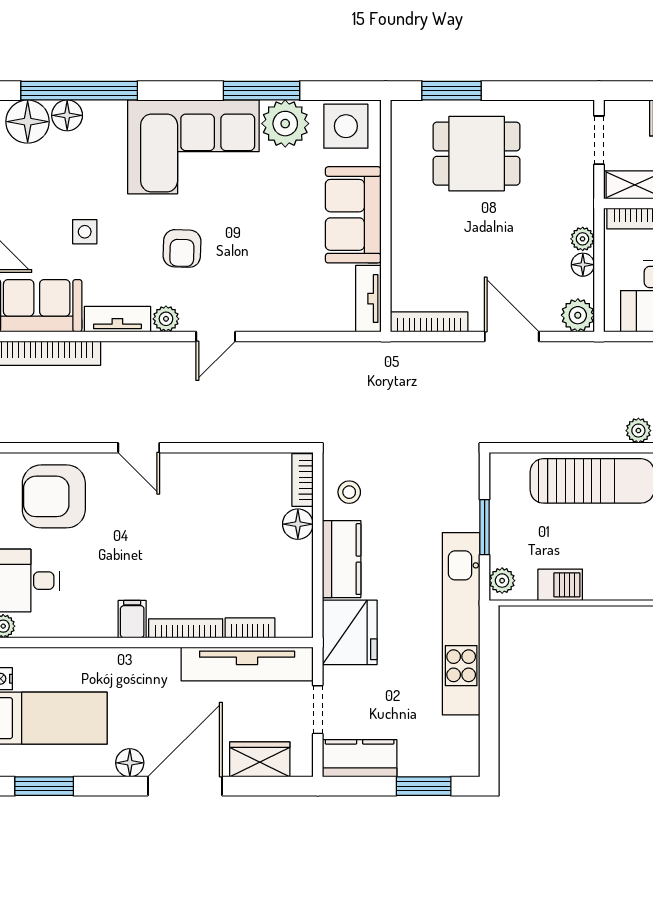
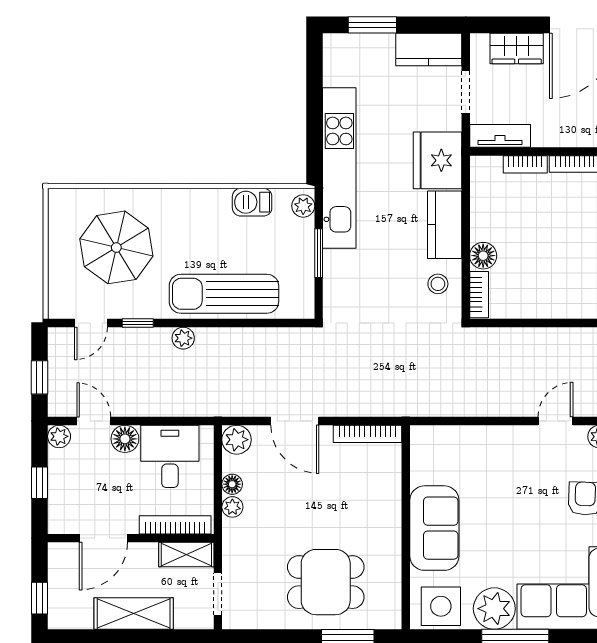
tv unit: (368, 299) -> (421, 454), removed
tv unit: (247, 664) -> (500, 136), width x0.52, depth x0.78

